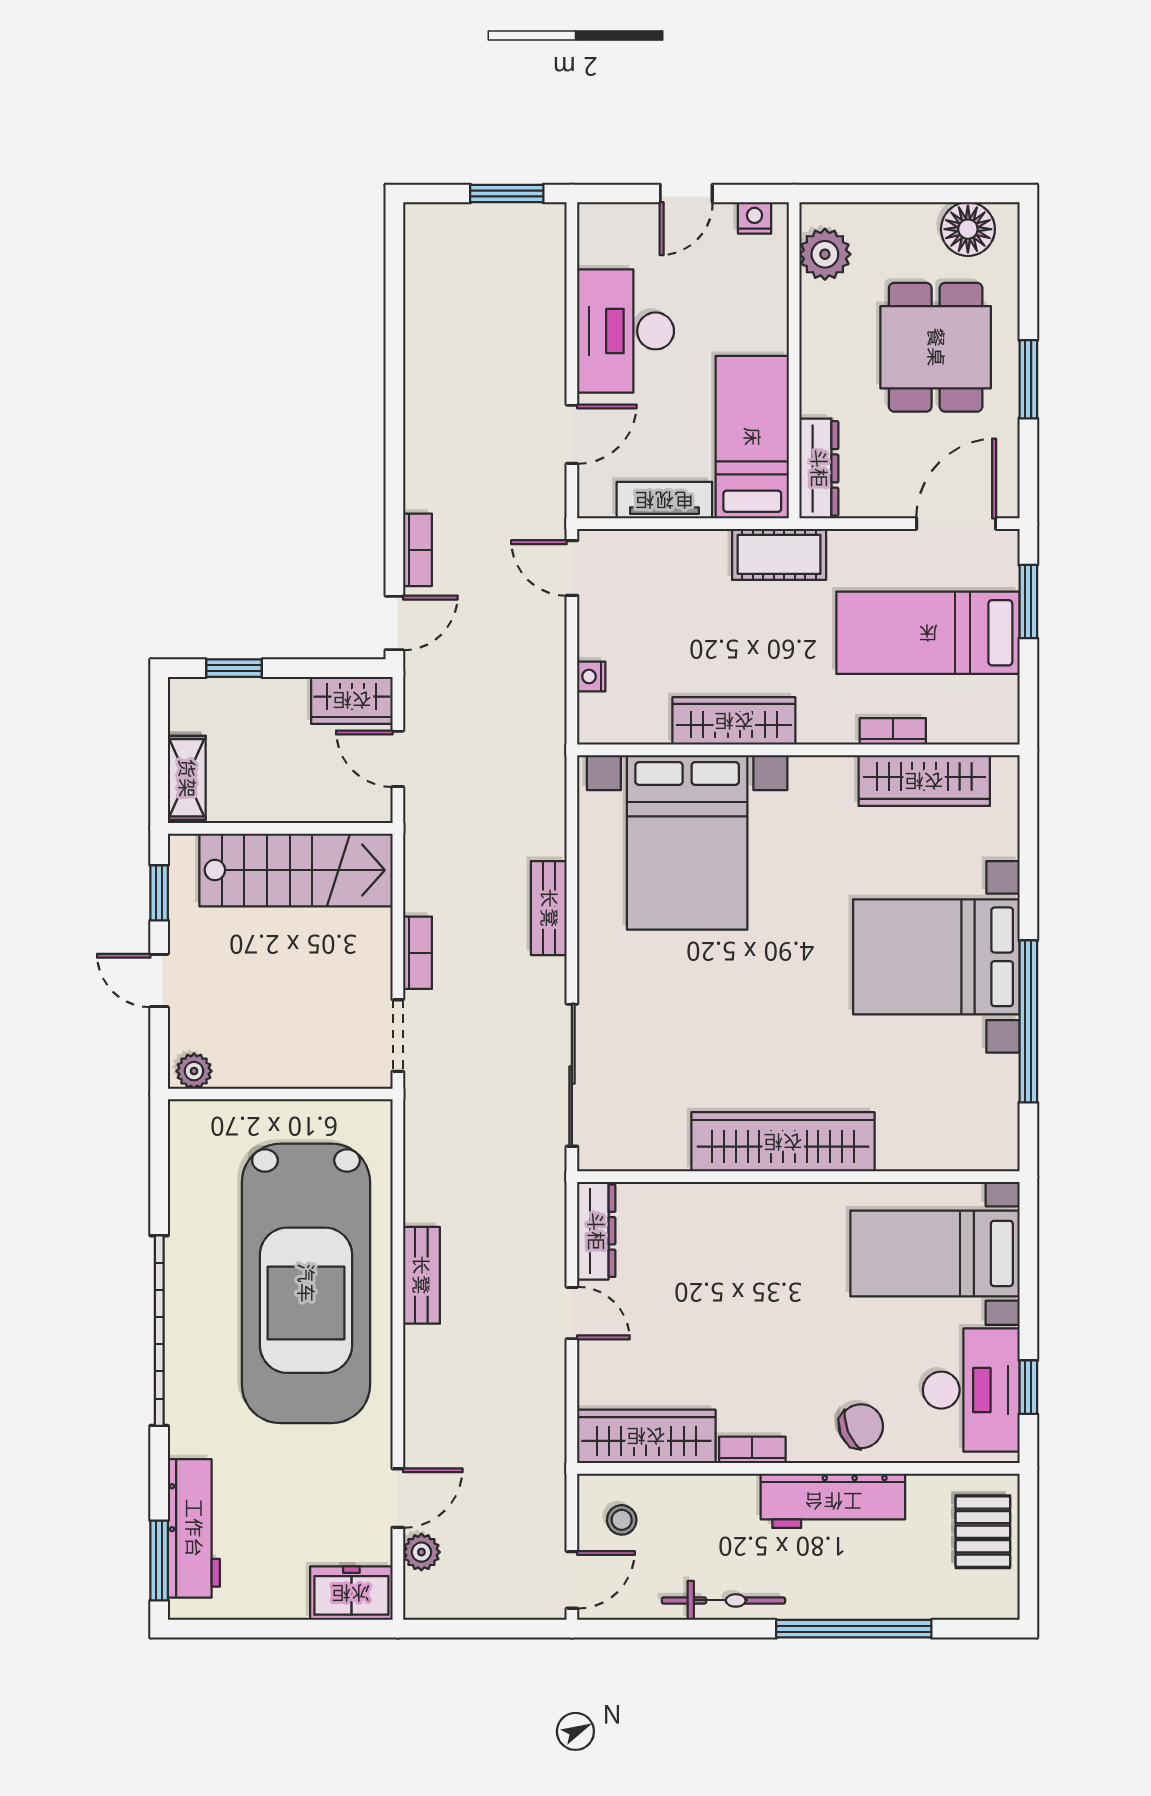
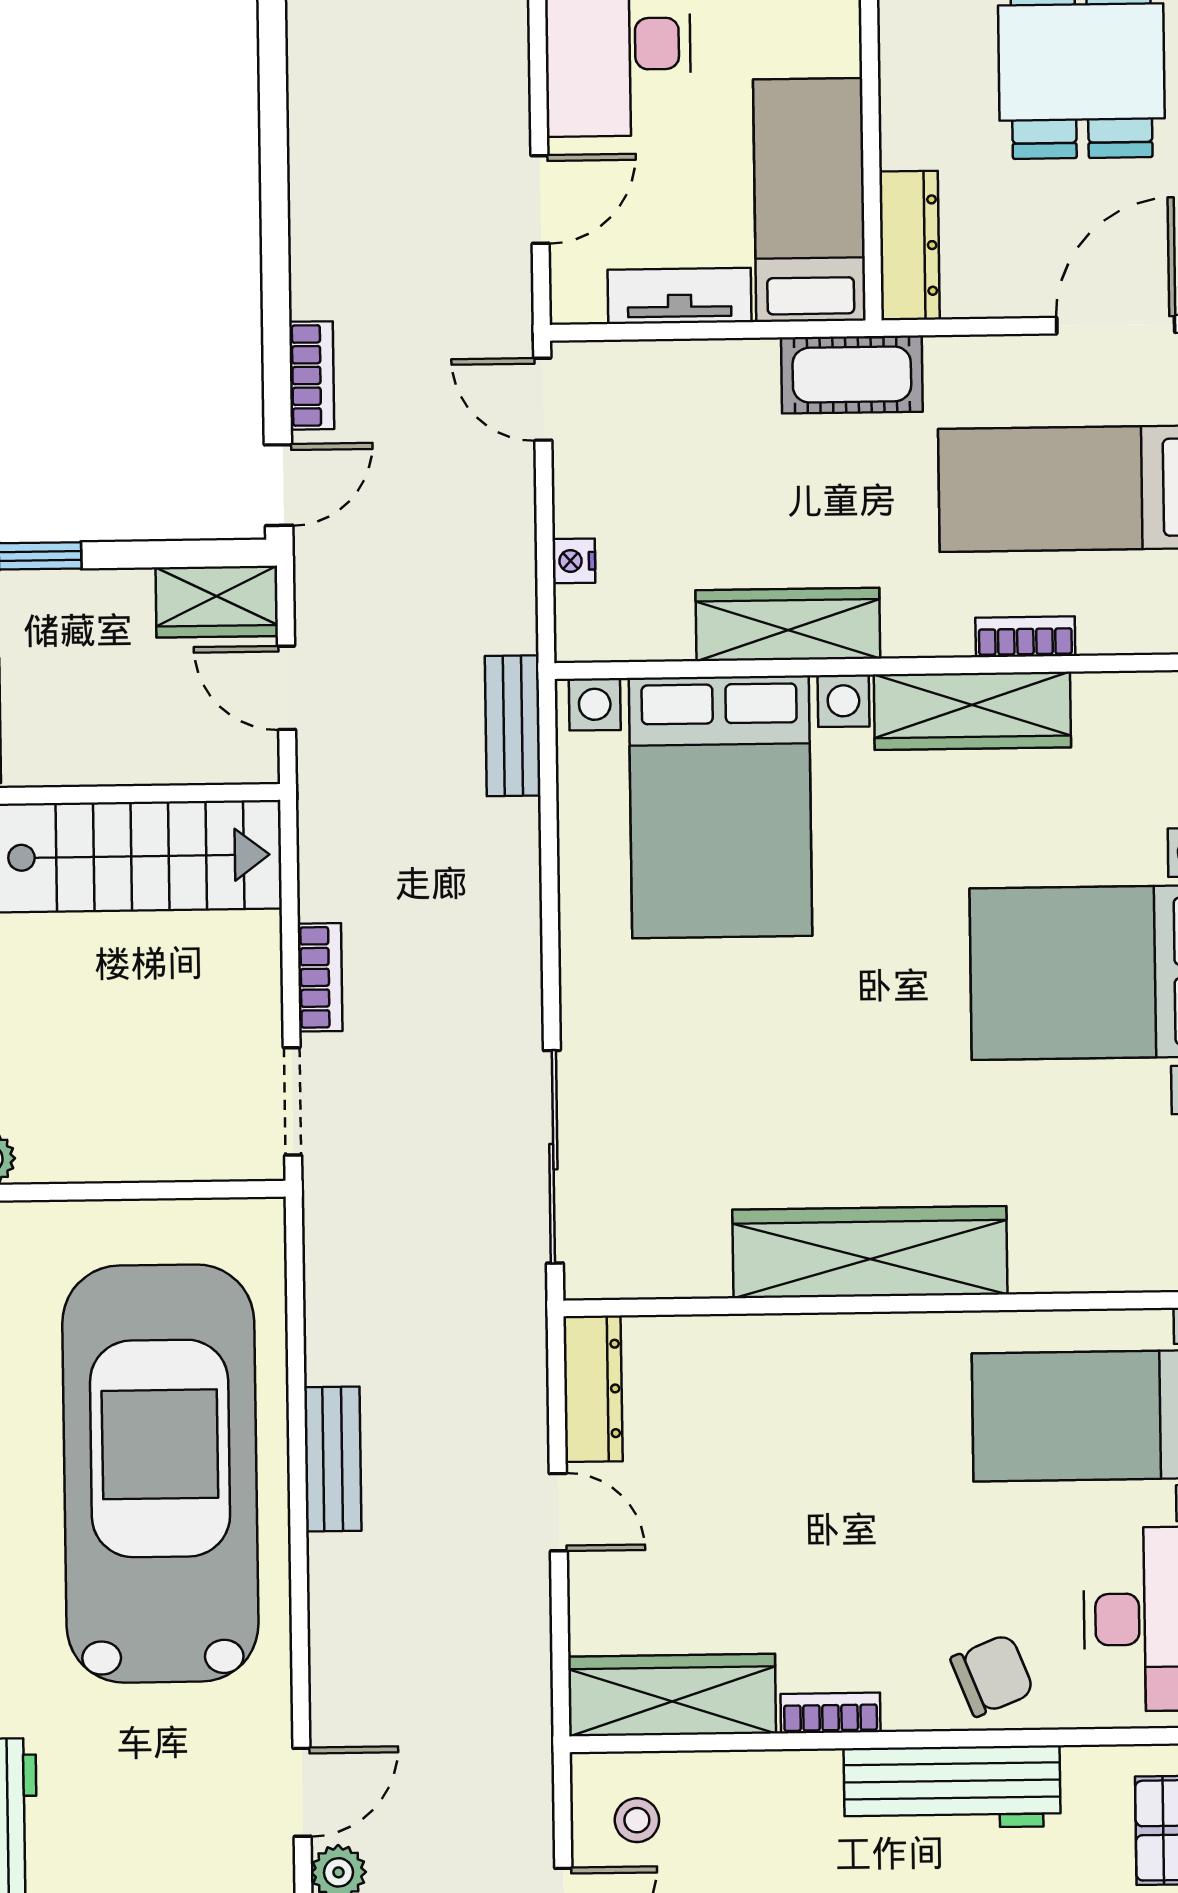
wardrobe: (924, 781) -> (972, 711), moved
bench: (549, 908) -> (513, 726), moved
car: (306, 1283) -> (160, 1474), turned 180

